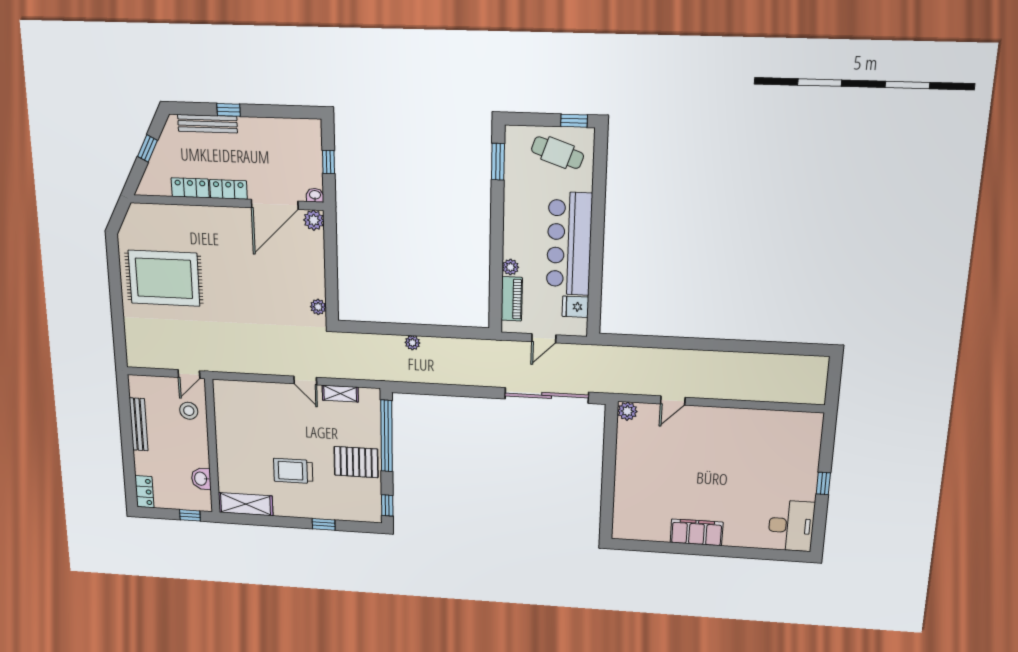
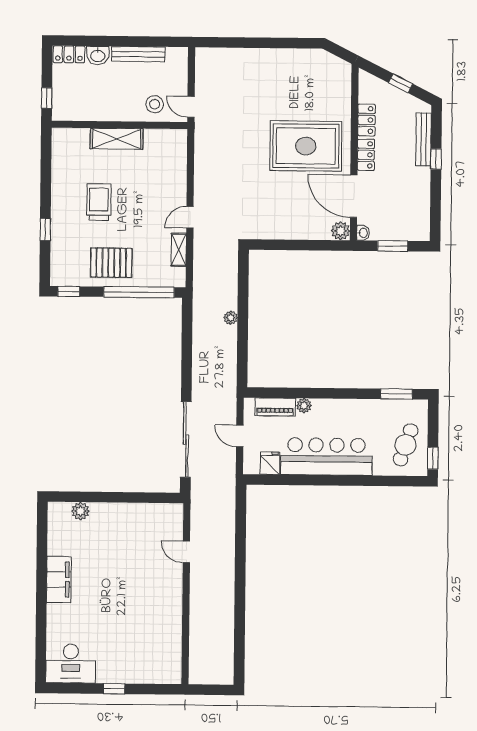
window: (329, 162) -> (393, 246), width x1.50
rug: (164, 278) -> (306, 146), moved, turned 90
plant: (318, 307) -> (261, 232), removed
plant: (627, 411) -> (80, 511), moved
pallet: (356, 462) -> (111, 263), turned 90
washbasin: (201, 479) -> (98, 55), moved, turned 180
shelving: (246, 504) -> (117, 139), moved, turned 90

